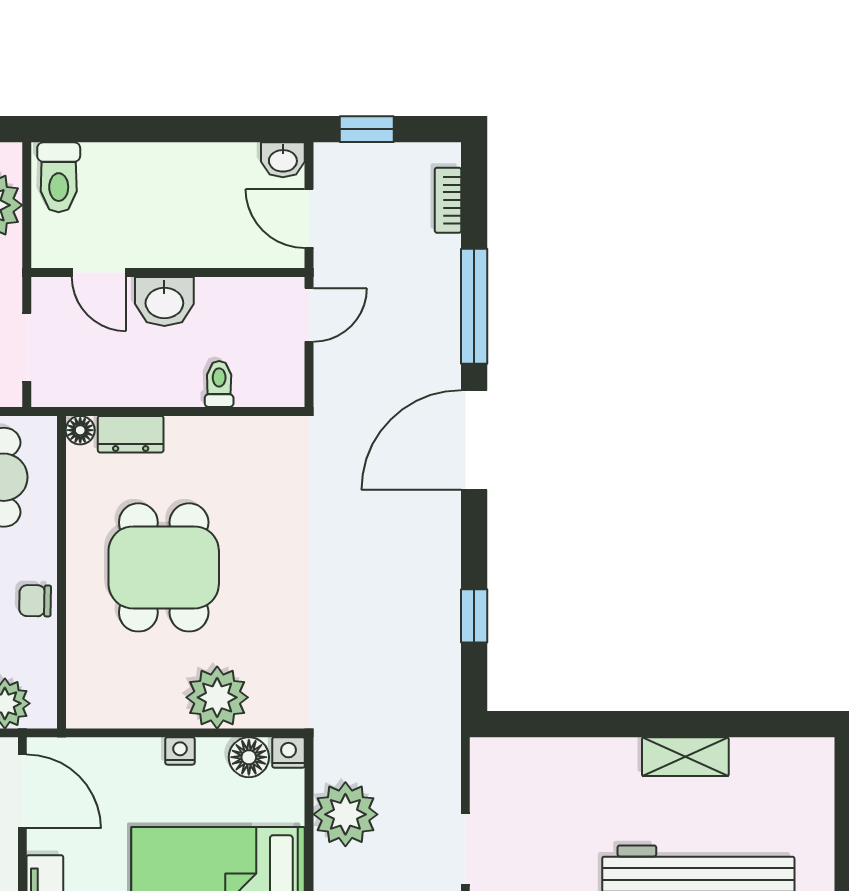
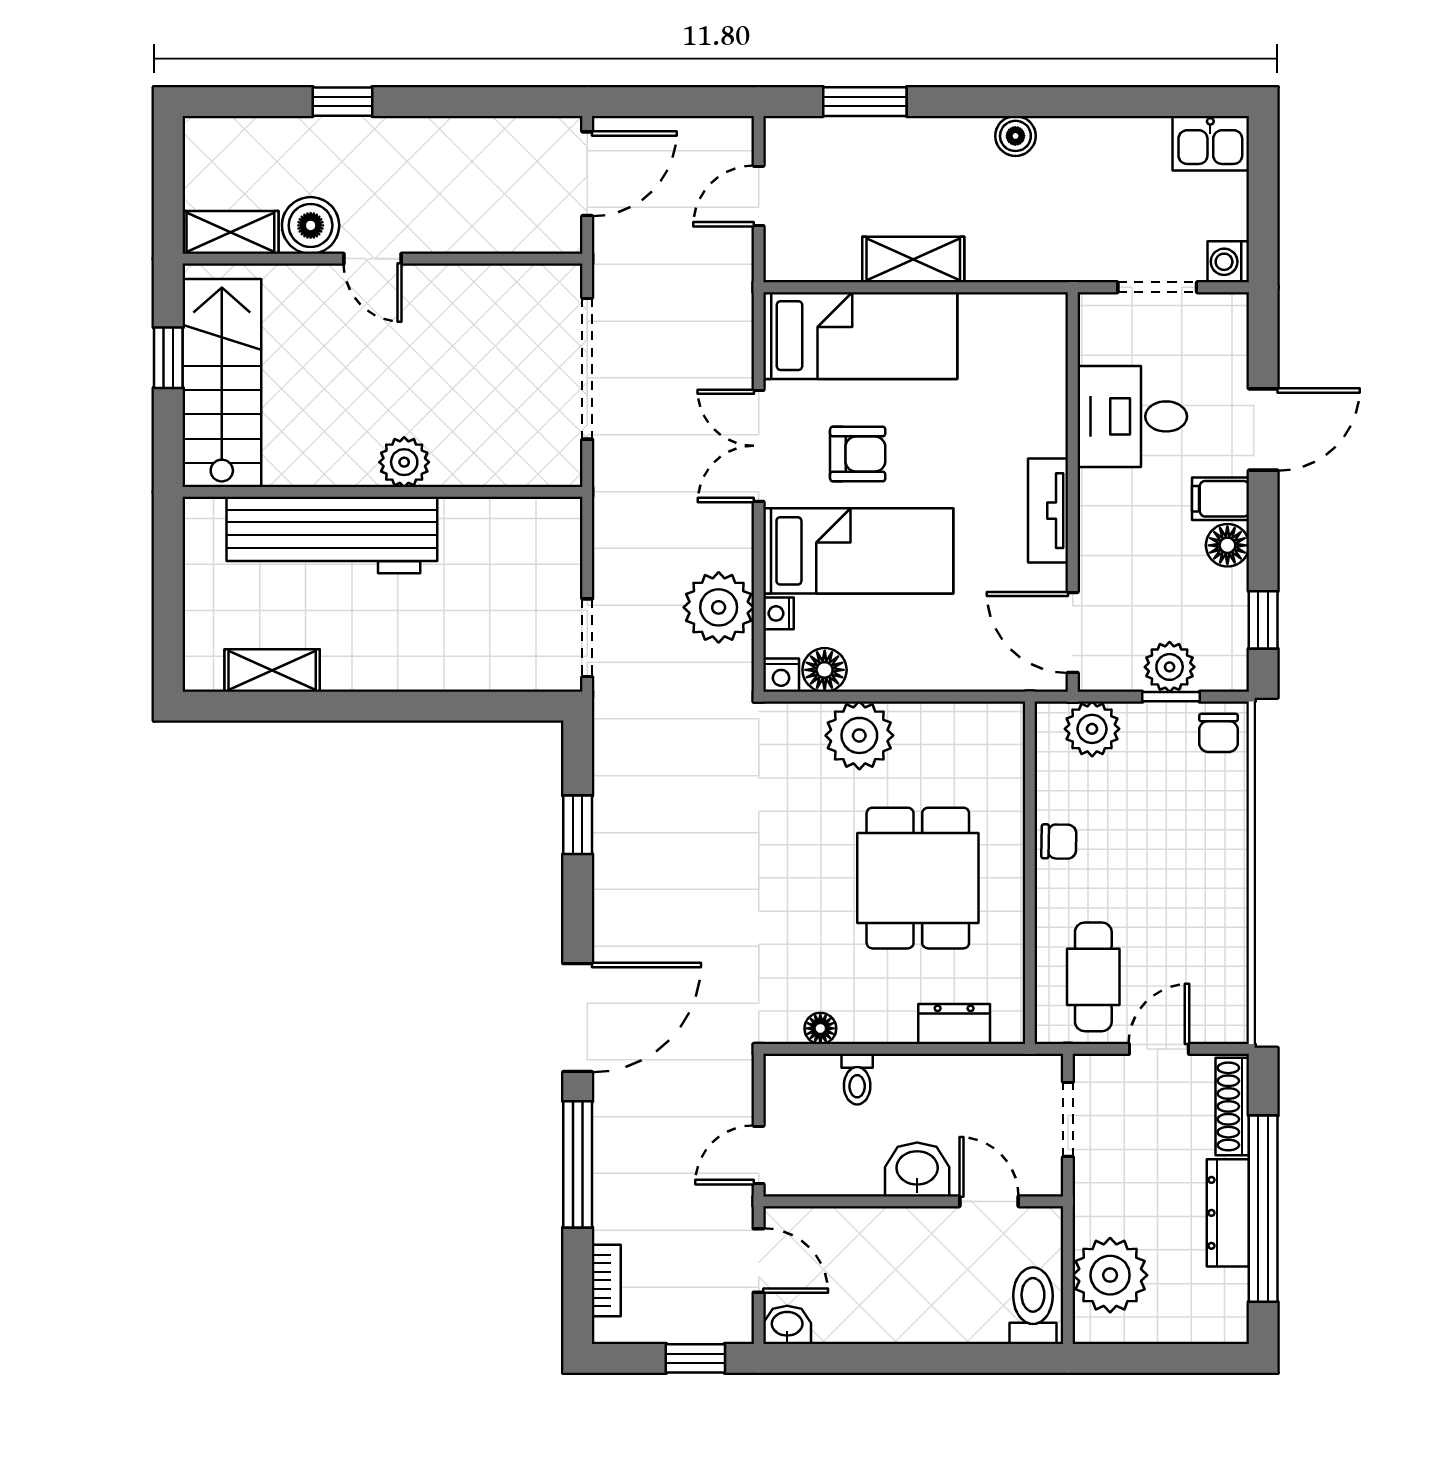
floor lamp: (80, 430) -> (820, 1028), moved
nightstand: (180, 751) -> (778, 613), moved, turned 90
shelving: (685, 757) -> (272, 671), moved
doorway: (465, 849) -> (587, 638), moved

